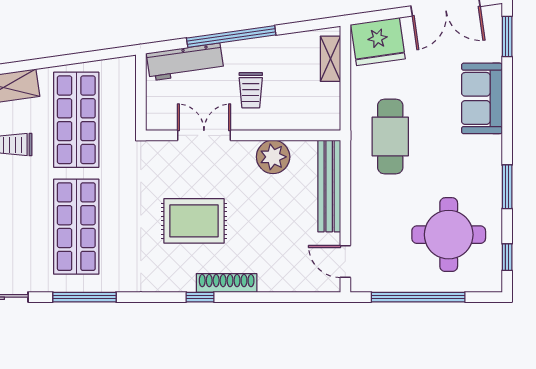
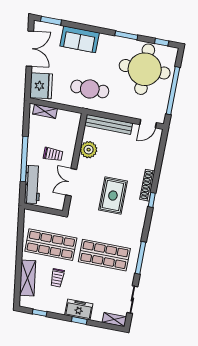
round table: (449, 235) -> (145, 69), width x1.36, depth x1.36

